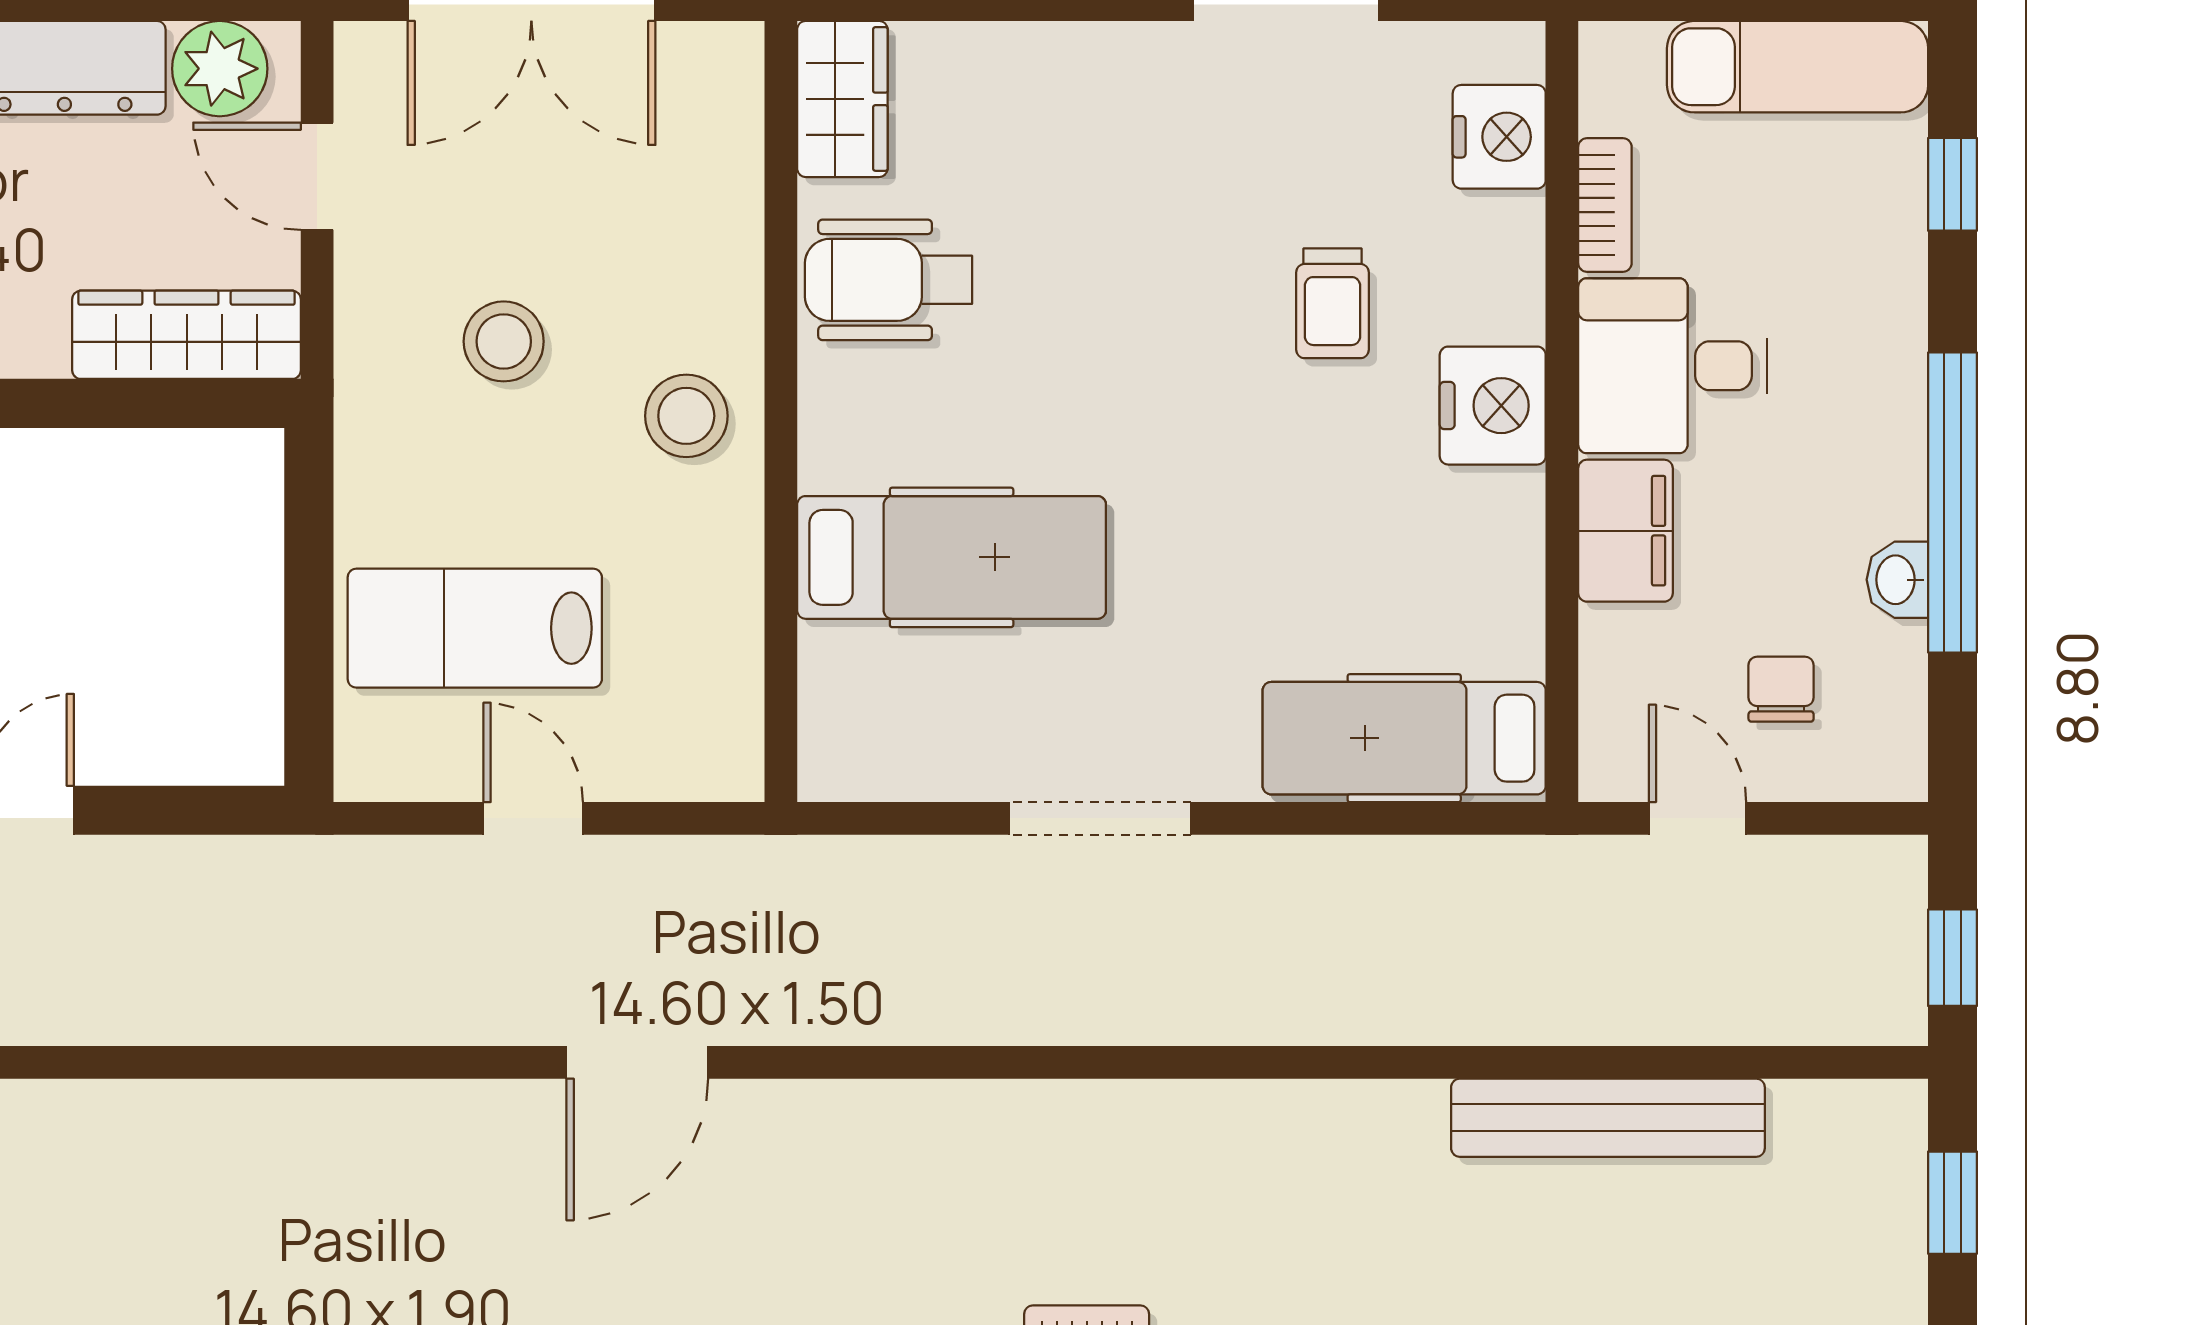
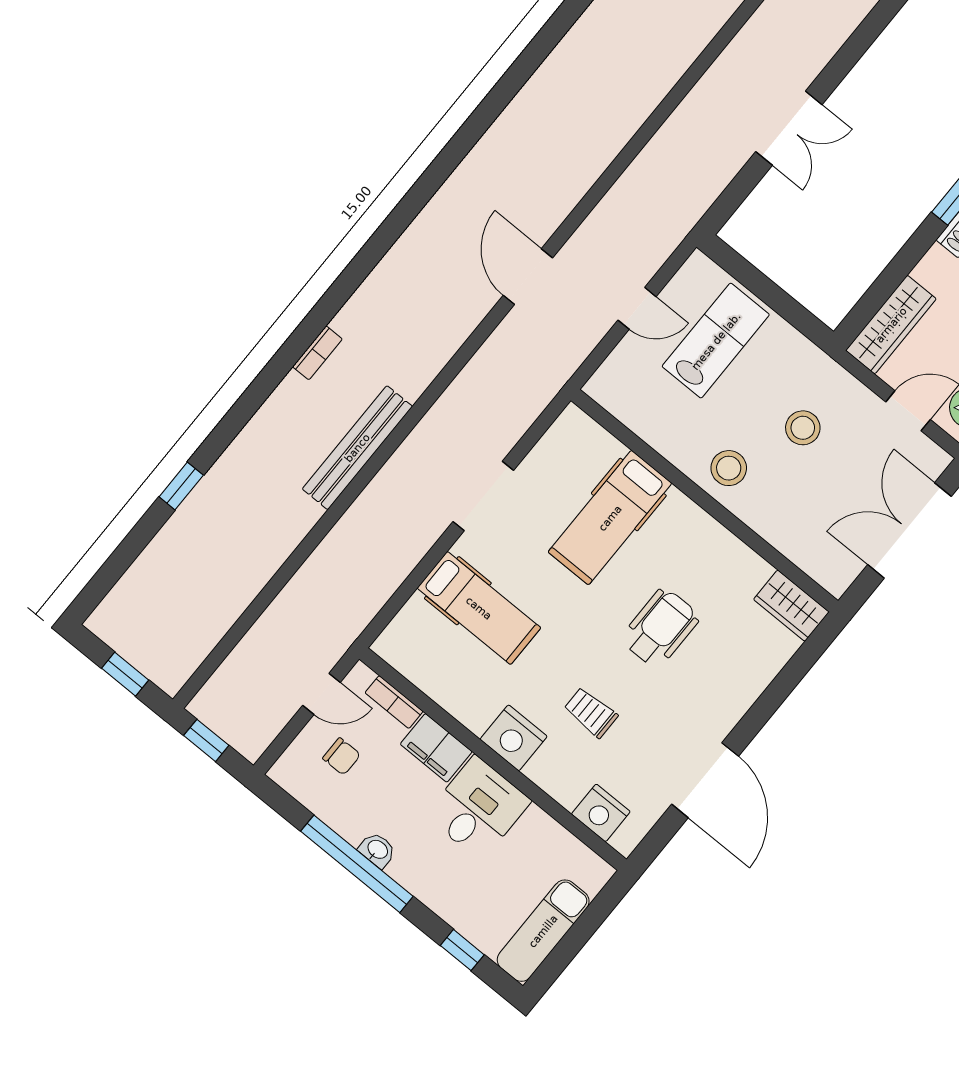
bookcase: (1605, 205) -> (394, 702), moved
wheelchair: (888, 280) -> (660, 628), moved
washbasin: (1897, 580) -> (377, 850), moved
hospital bed: (1404, 738) -> (479, 608), moved, turned 90
bench: (1608, 1118) -> (357, 448), moved

